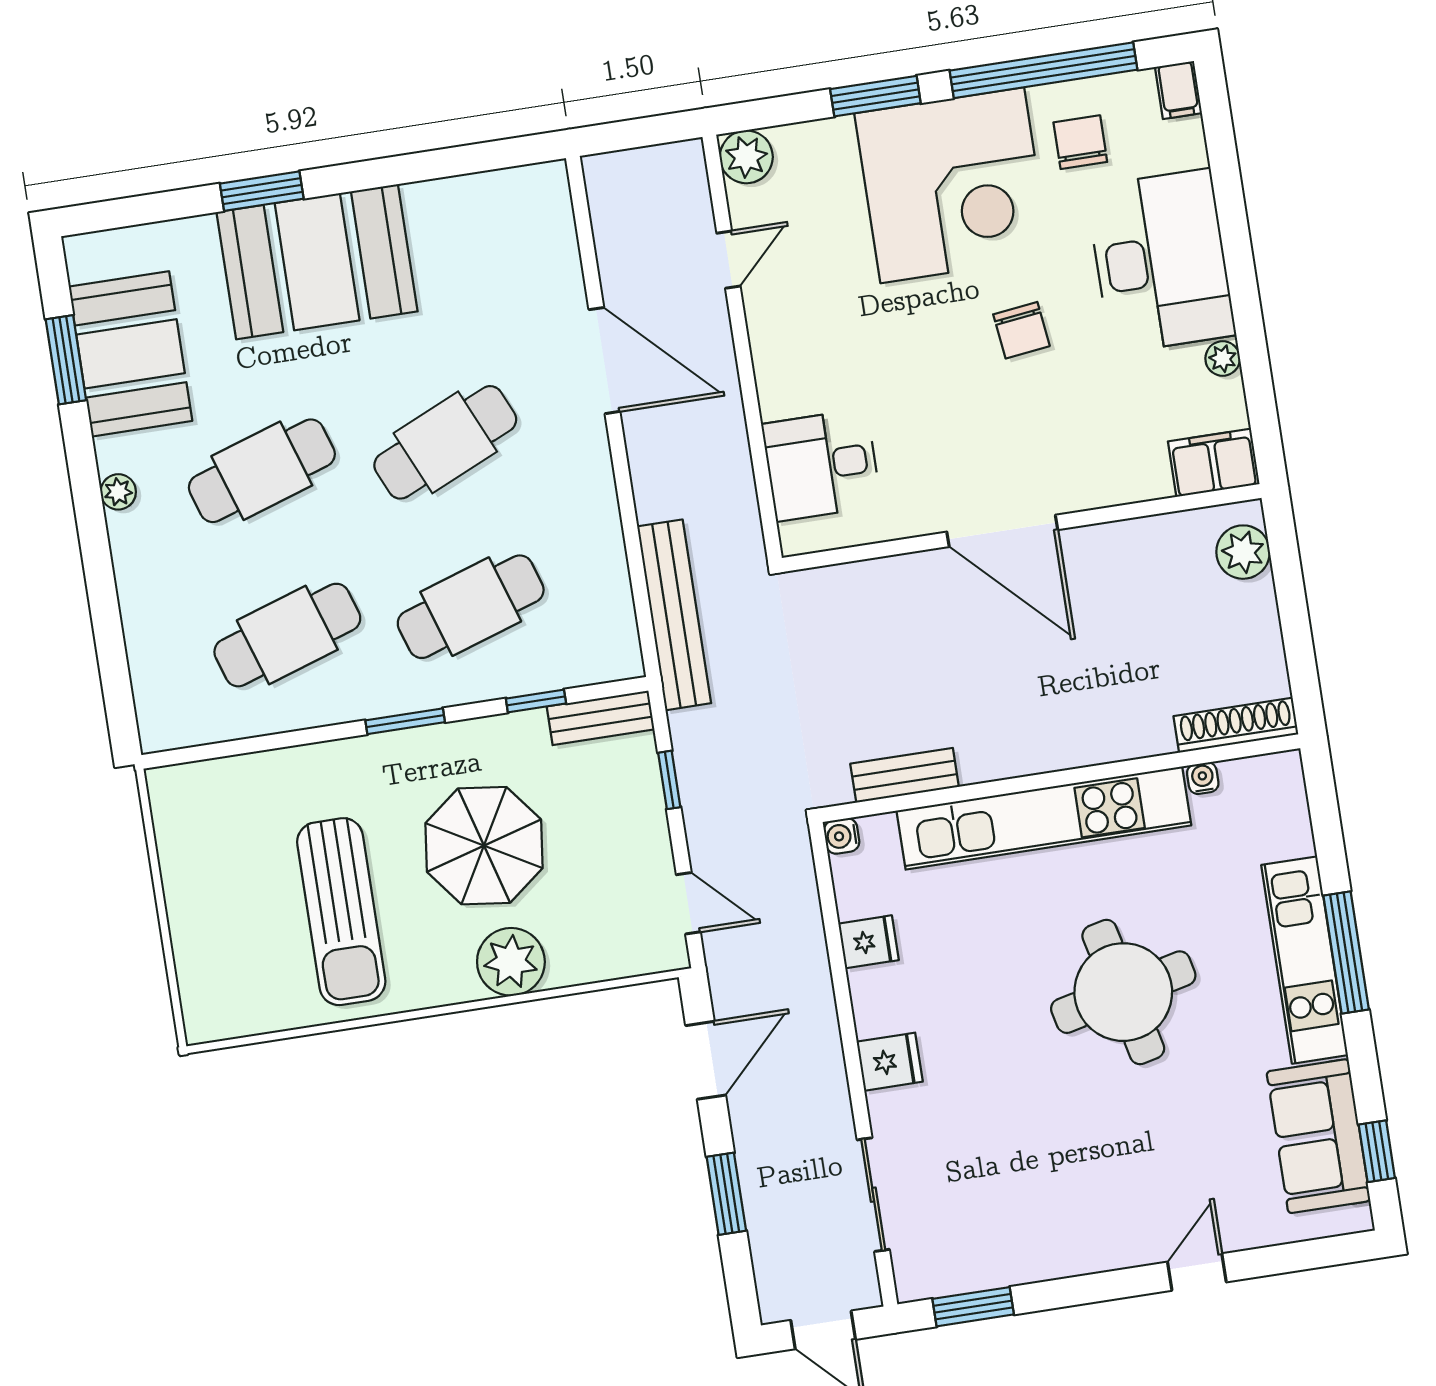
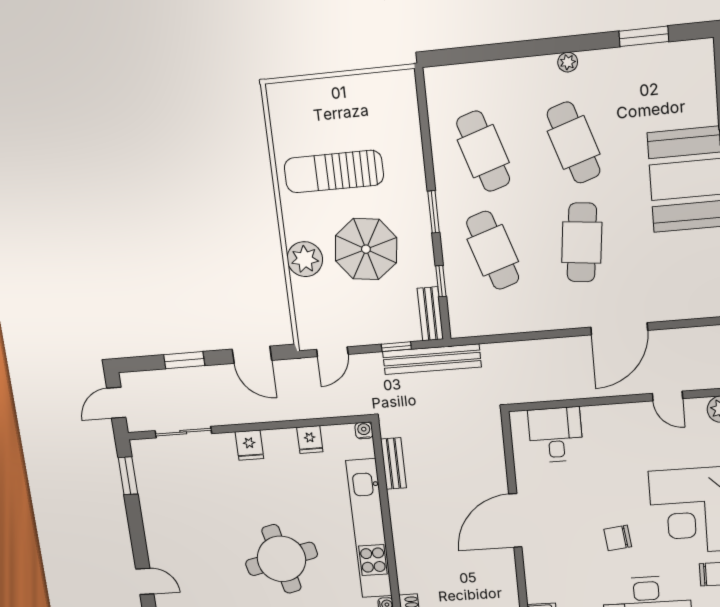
booth: (130, 354) -> (644, 73), removed
cafe table: (445, 442) -> (582, 242), turned 30
bench: (674, 615) -> (432, 359), moved

